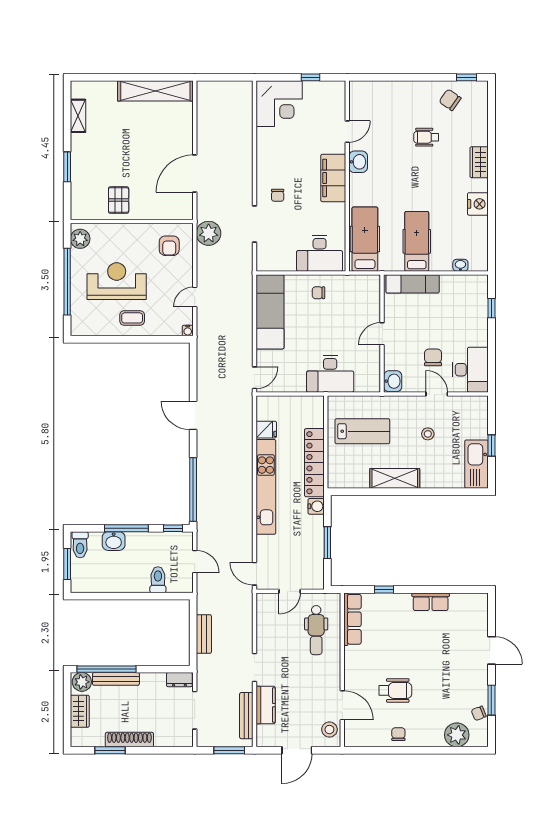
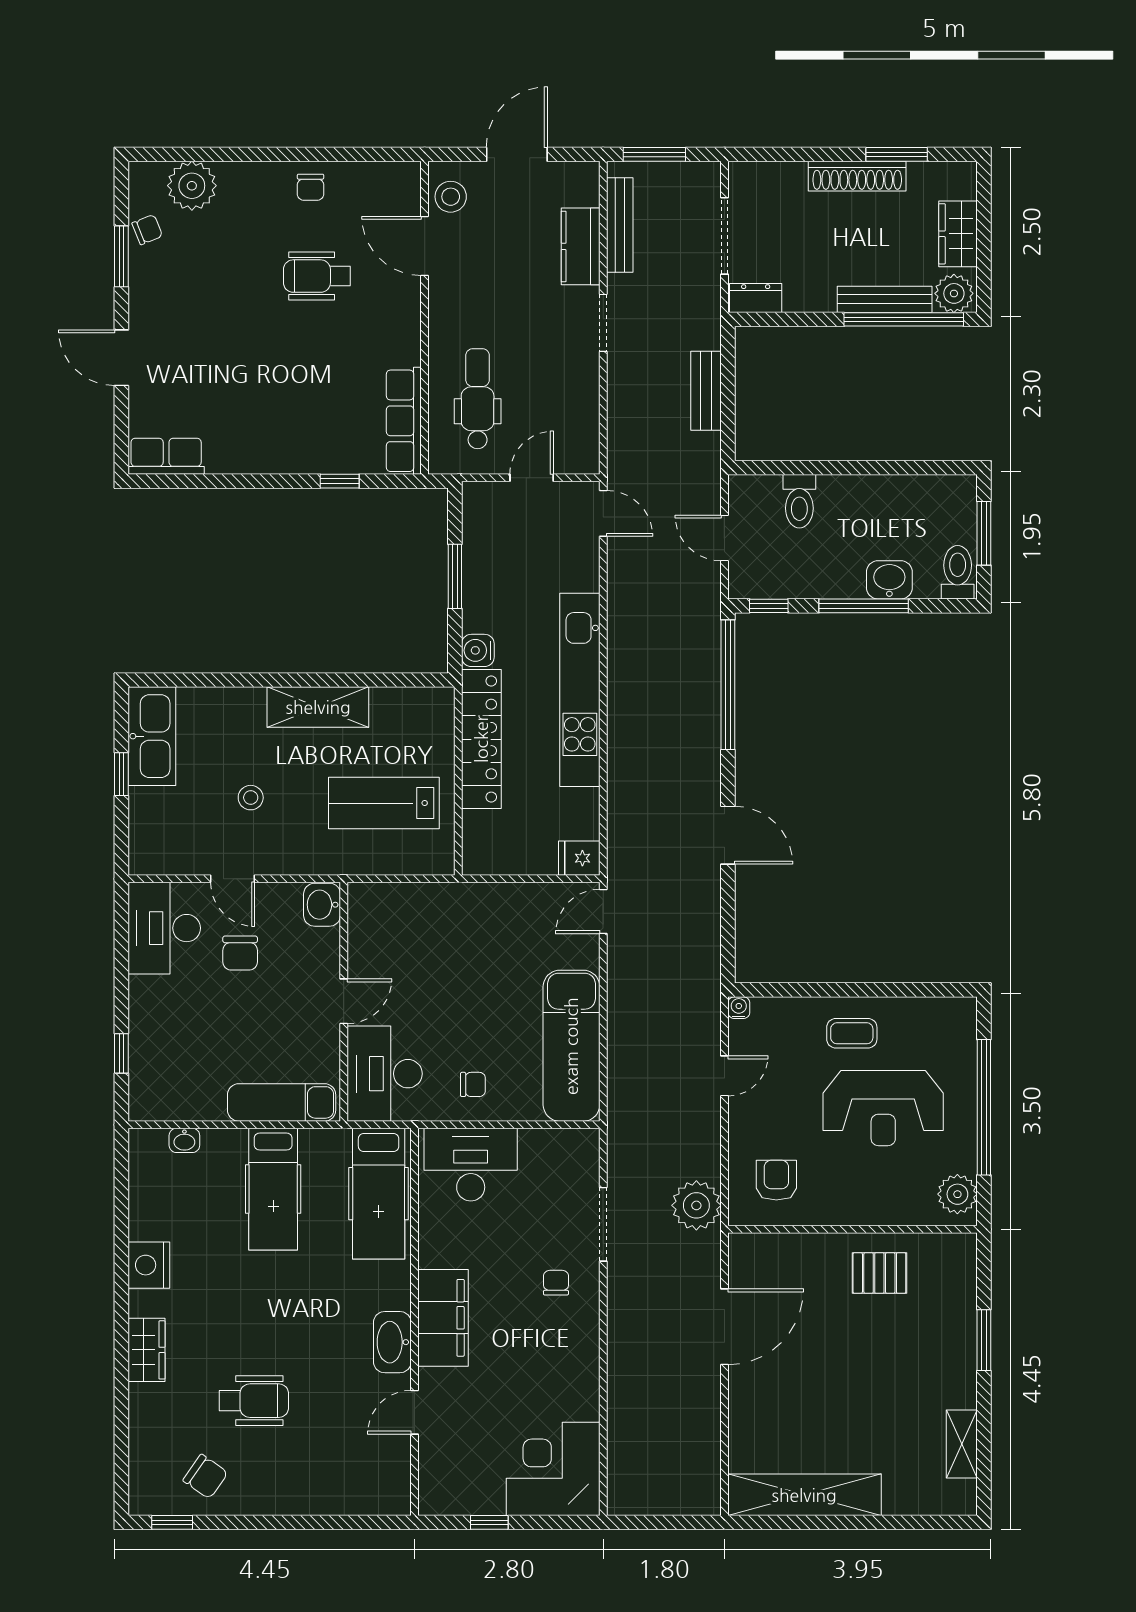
wheelchair: (426, 137) -> (254, 1401), width x1.36, depth x1.37
washbasin: (358, 162) -> (392, 1342), width x1.38
pallet: (119, 200) -> (879, 1273), turned 90
desk: (330, 374) -> (385, 1074), moved, turned -90
fridge: (266, 430) -> (579, 858), moved
row of seats: (431, 602) -> (166, 456), moved

